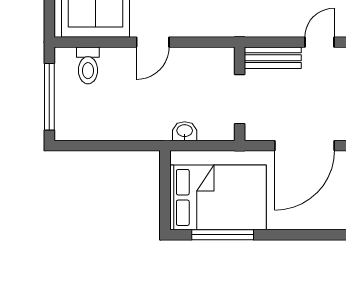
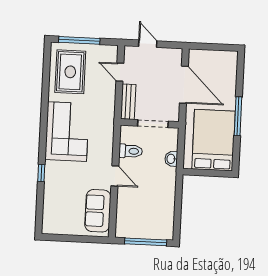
toilet: (88, 65) -> (131, 151), moved
window: (223, 235) -> (238, 116), moved

